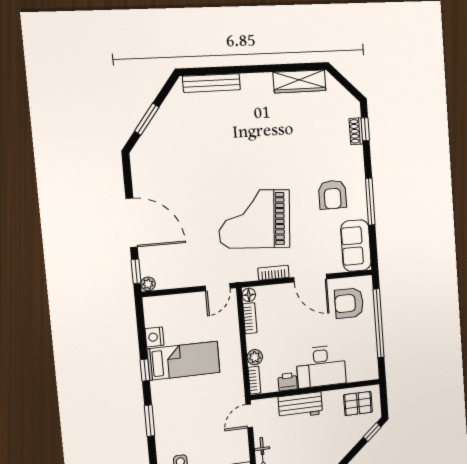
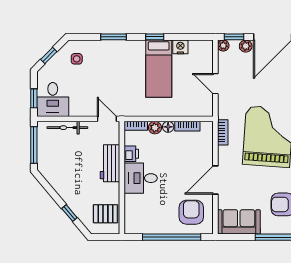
plant: (146, 256) -> (246, 46), added
bookcase: (274, 273) -> (223, 132), moved
door: (218, 287) -> (215, 84), moved
floor lamp: (249, 295) -> (168, 127), moved
desk: (321, 367) -> (141, 178), width x0.73
pallet: (358, 403) -> (105, 214), turned 90
window: (372, 432) -> (69, 213), moved

